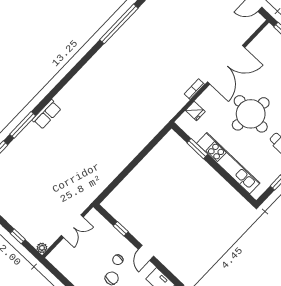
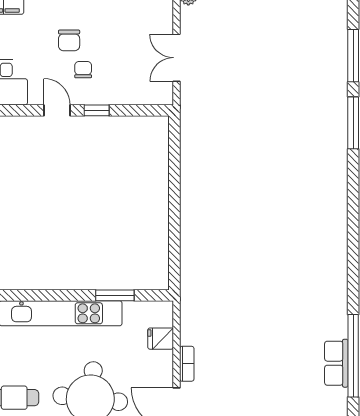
row of seats: (47, 114) -> (336, 363), moved
window: (121, 229) -> (97, 110), moved

